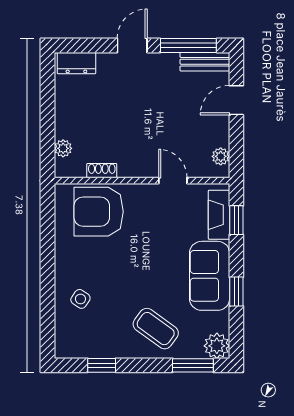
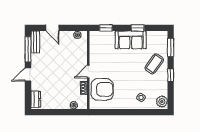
door: (132, 45) -> (28, 74), hinge flipped
door: (173, 181) -> (88, 72), moved
armchair: (99, 212) -> (102, 89), turned -90
fireplace: (219, 215) -> (103, 36), removed
plant: (217, 346) -> (162, 102), moved
window: (102, 365) -> (171, 75), moved

